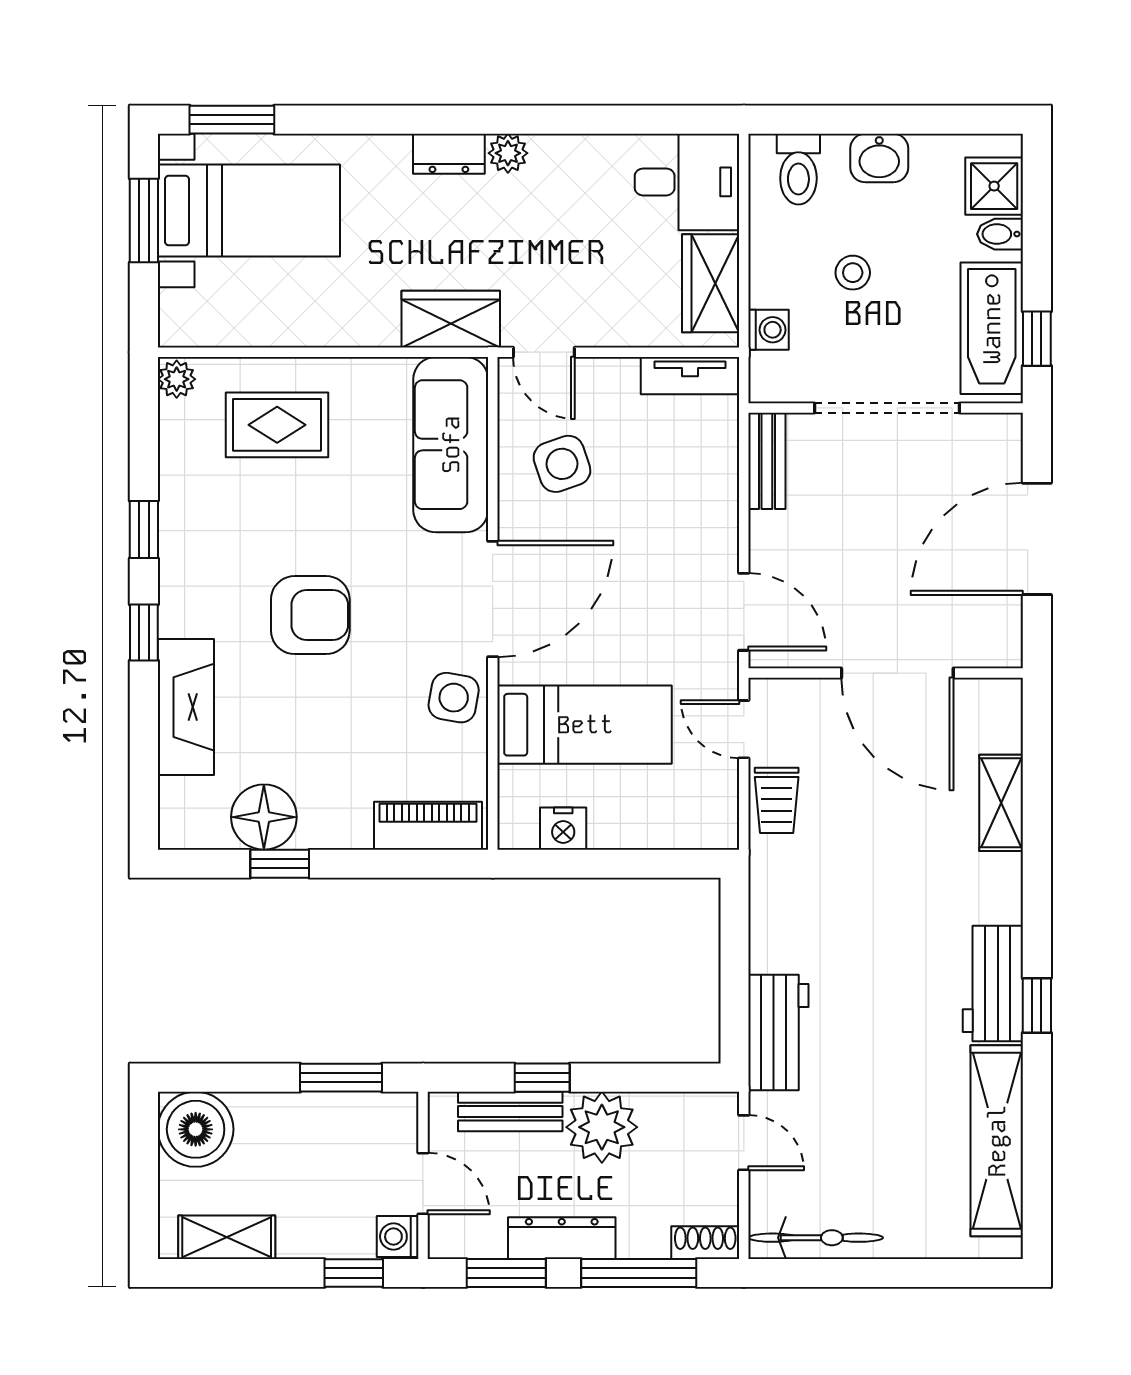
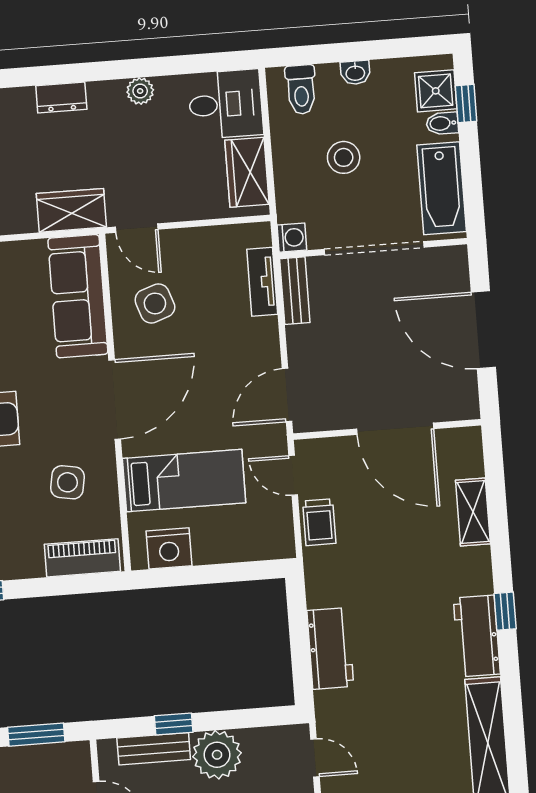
plant: (508, 153) -> (140, 91), moved
washbasin: (879, 158) -> (355, 73), width x0.72, depth x0.69
stool: (853, 273) -> (344, 157), width x1.37, depth x1.37
washing machine: (769, 330) -> (292, 238), moved
window: (1037, 339) -> (466, 104), moved
tv unit: (690, 376) -> (262, 282), moved, turned 90
door: (1037, 539) -> (483, 330), hinge flipped
door: (744, 612) -> (287, 395), swing flipped
side table: (454, 698) -> (67, 482), moved
nightstand: (563, 829) -> (169, 548), width x1.36, depth x1.33
window: (1037, 1006) -> (505, 611), moved
workbench: (778, 1033) -> (330, 648), moved

